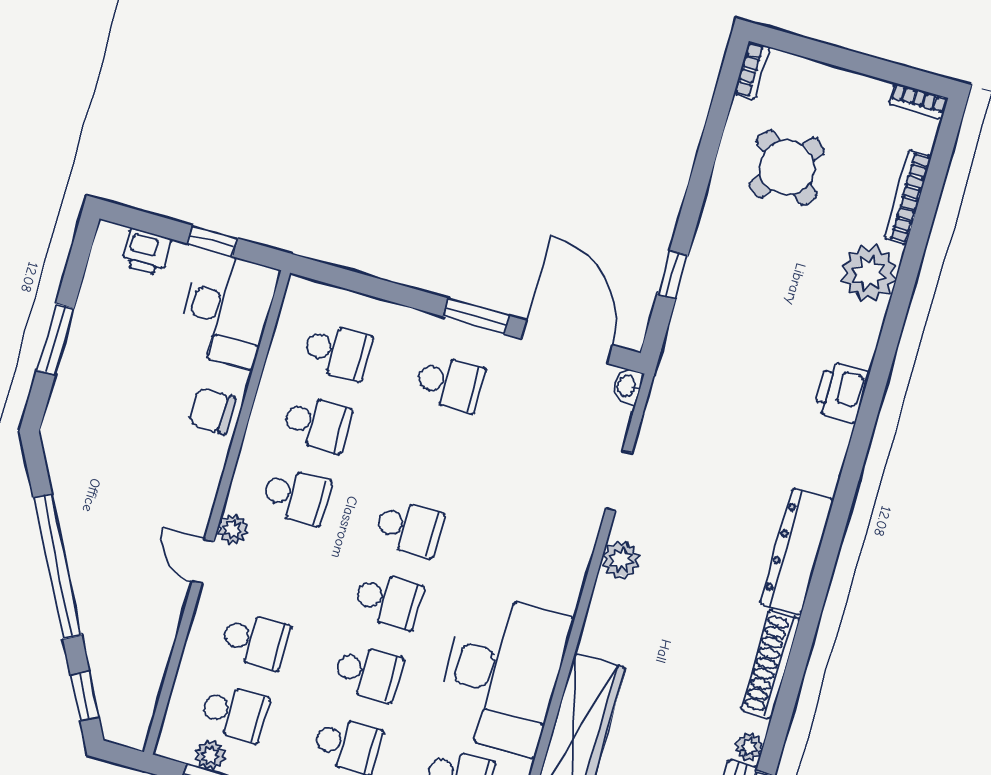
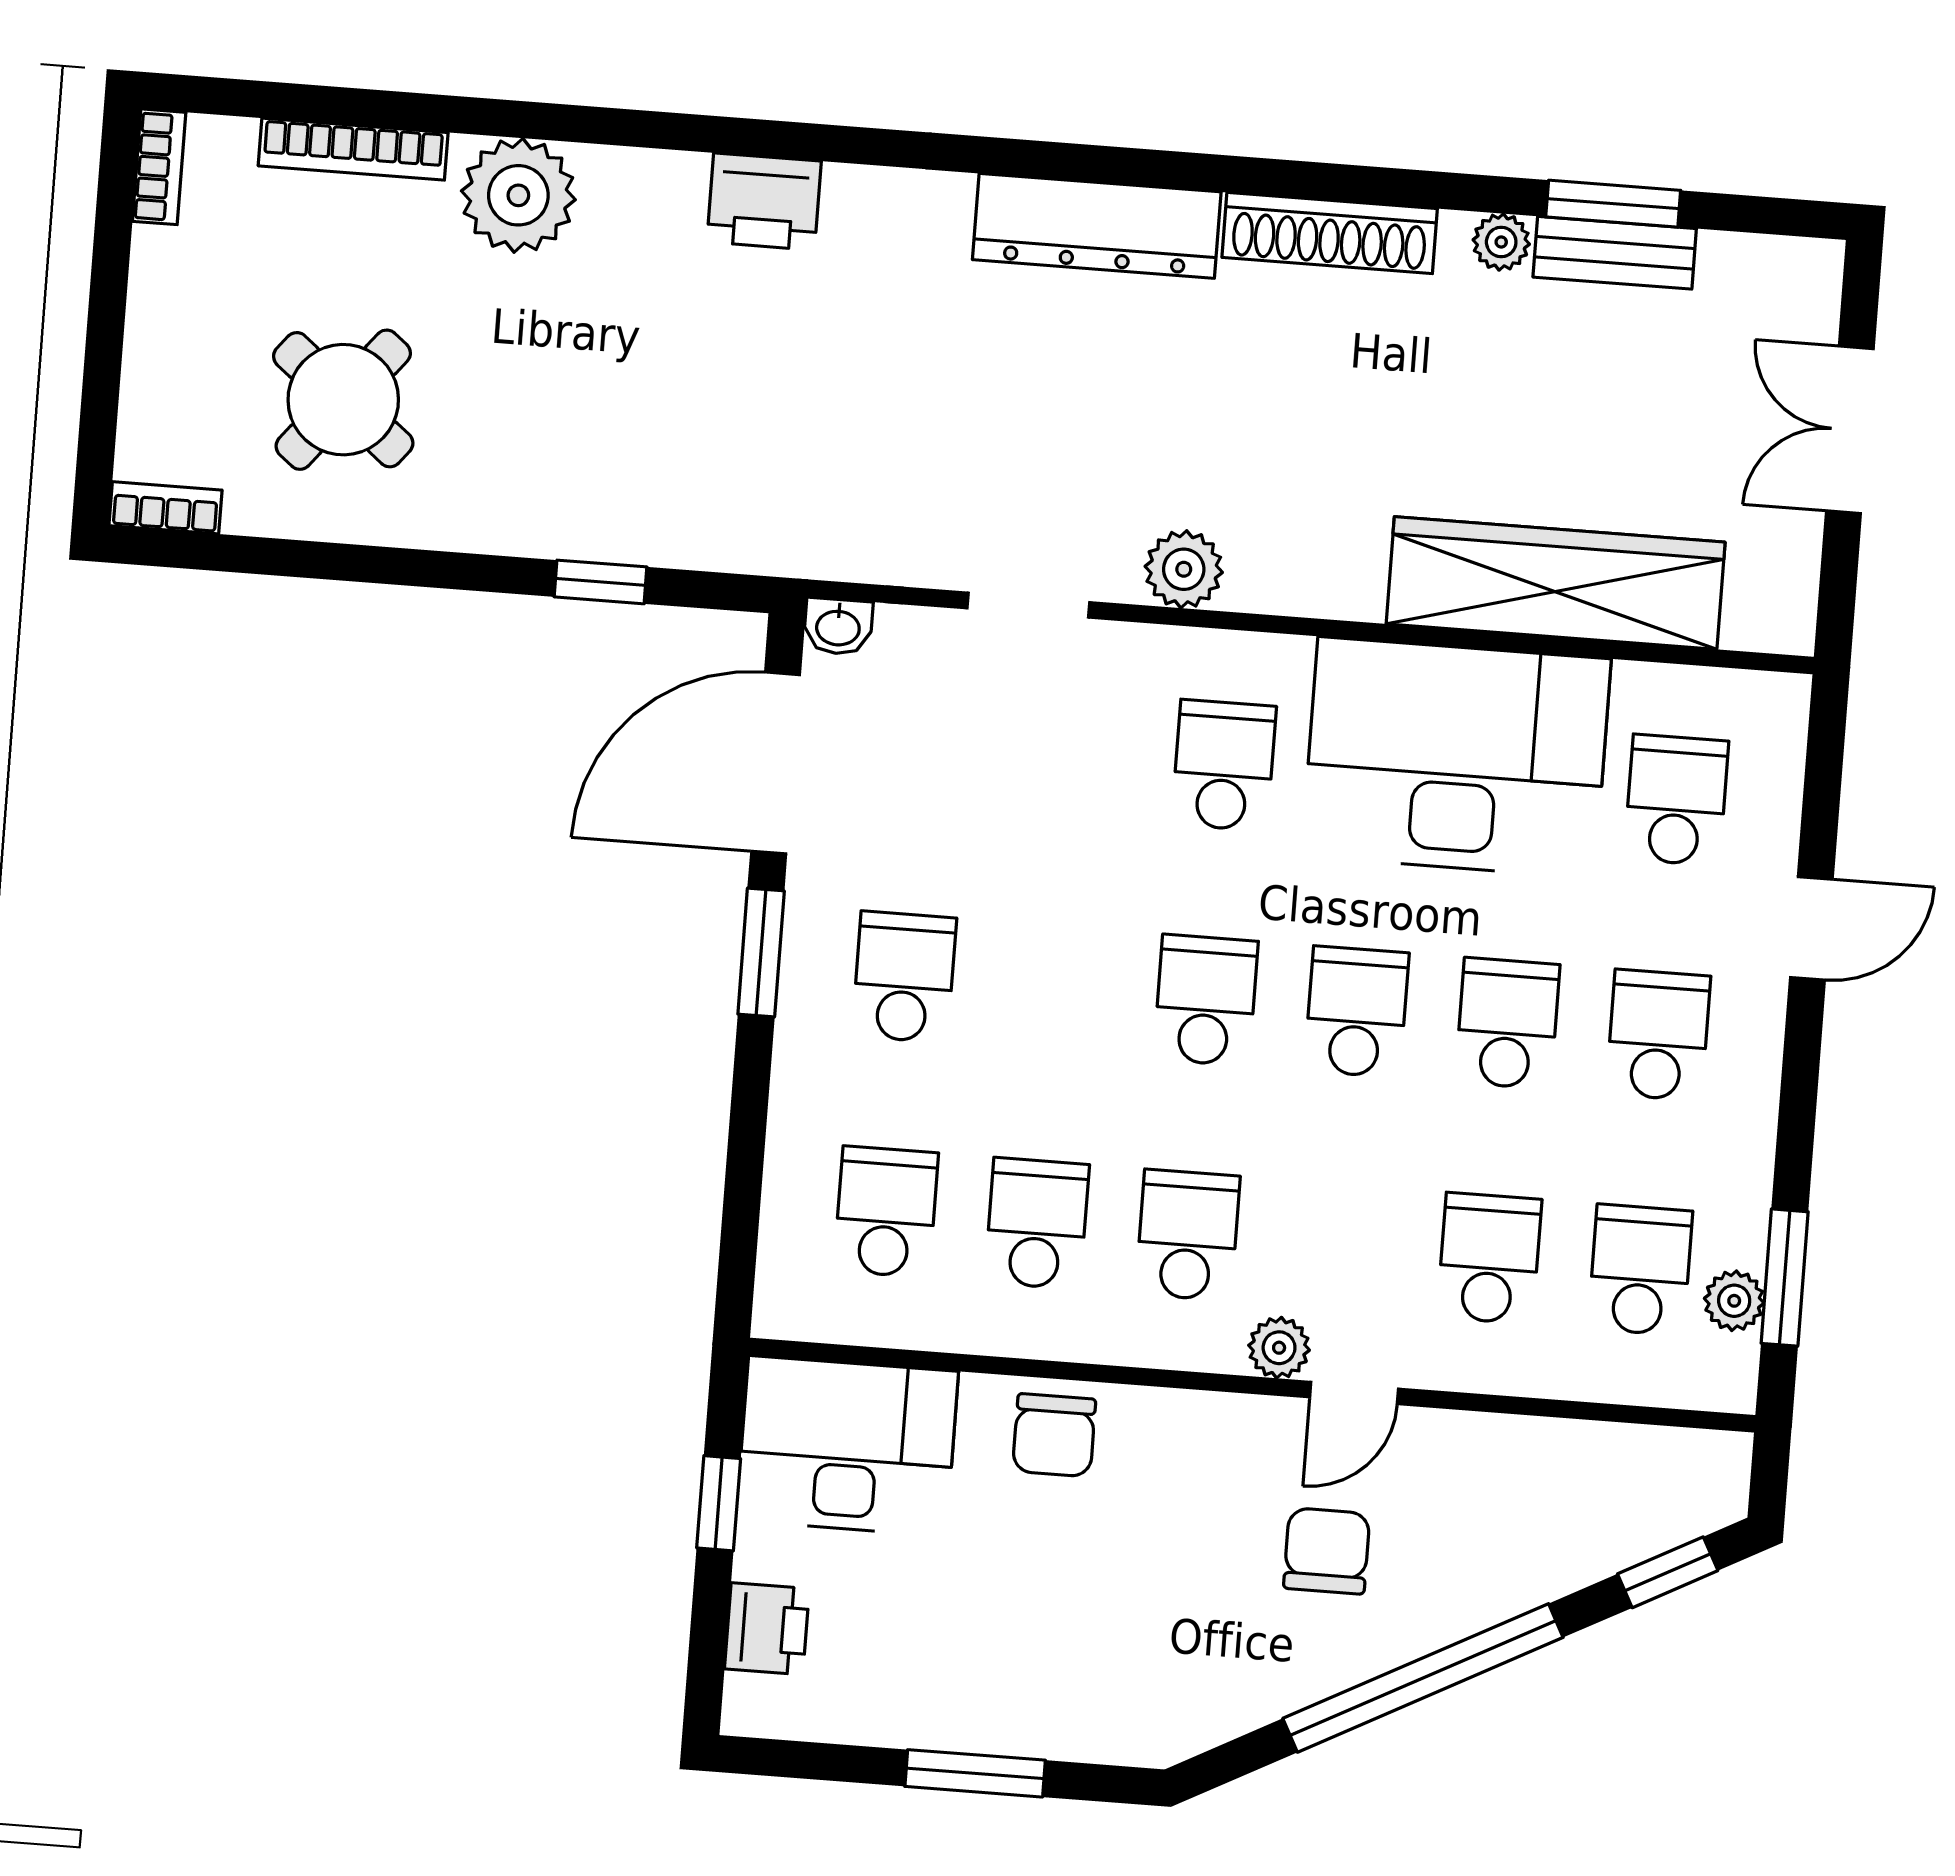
chair: (129, 532) -> (1327, 1551), added
school desk: (522, 560) -> (1224, 765), added

